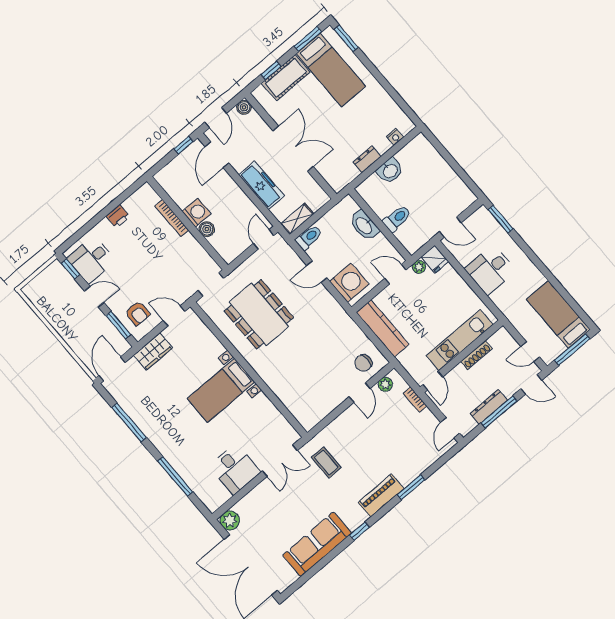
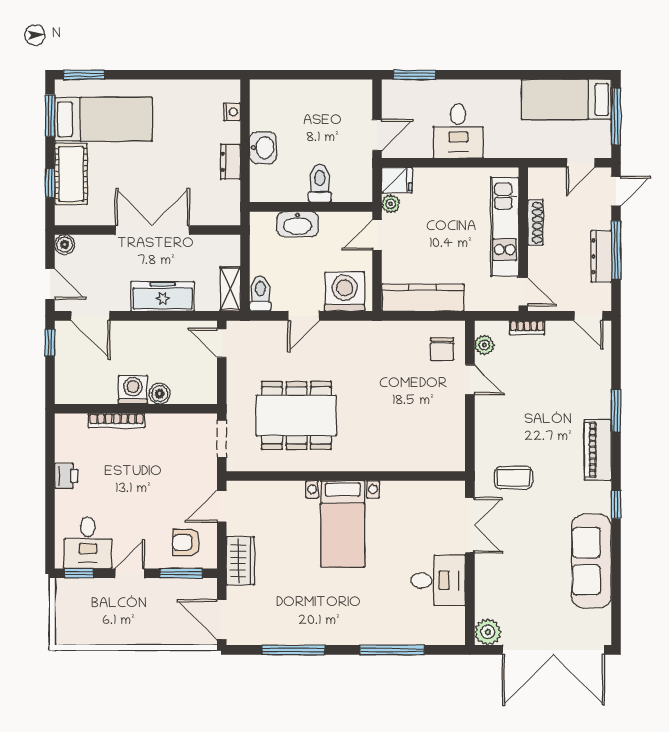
armchair: (138, 313) -> (186, 542), turned 180

